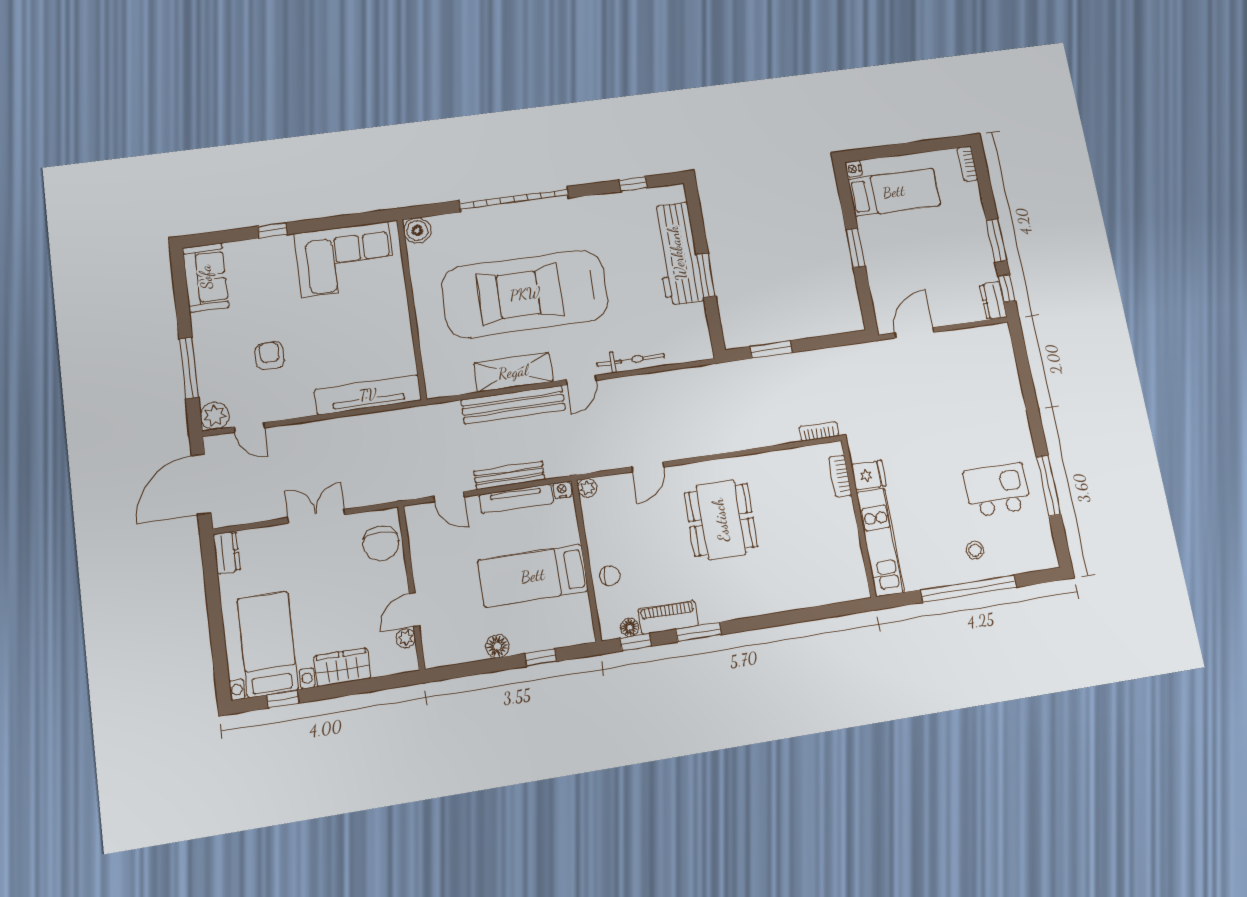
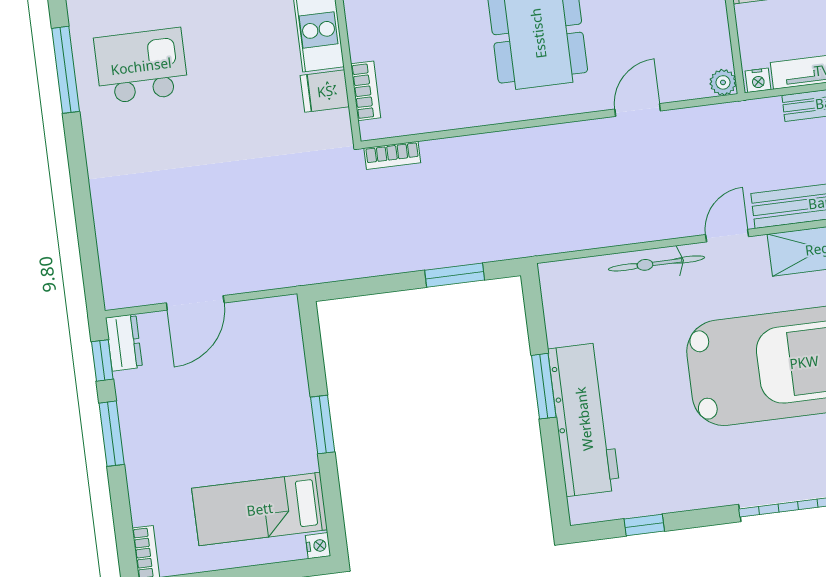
door: (914, 333) -> (195, 303), moved
kitchen island: (997, 490) -> (141, 66), turned 180

